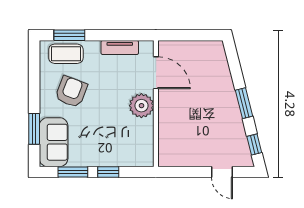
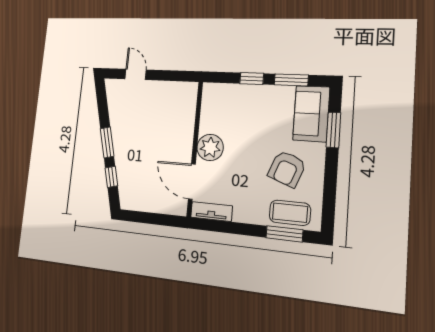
tv unit: (120, 47) -> (211, 212), moved
window: (254, 145) -> (111, 177), moved

